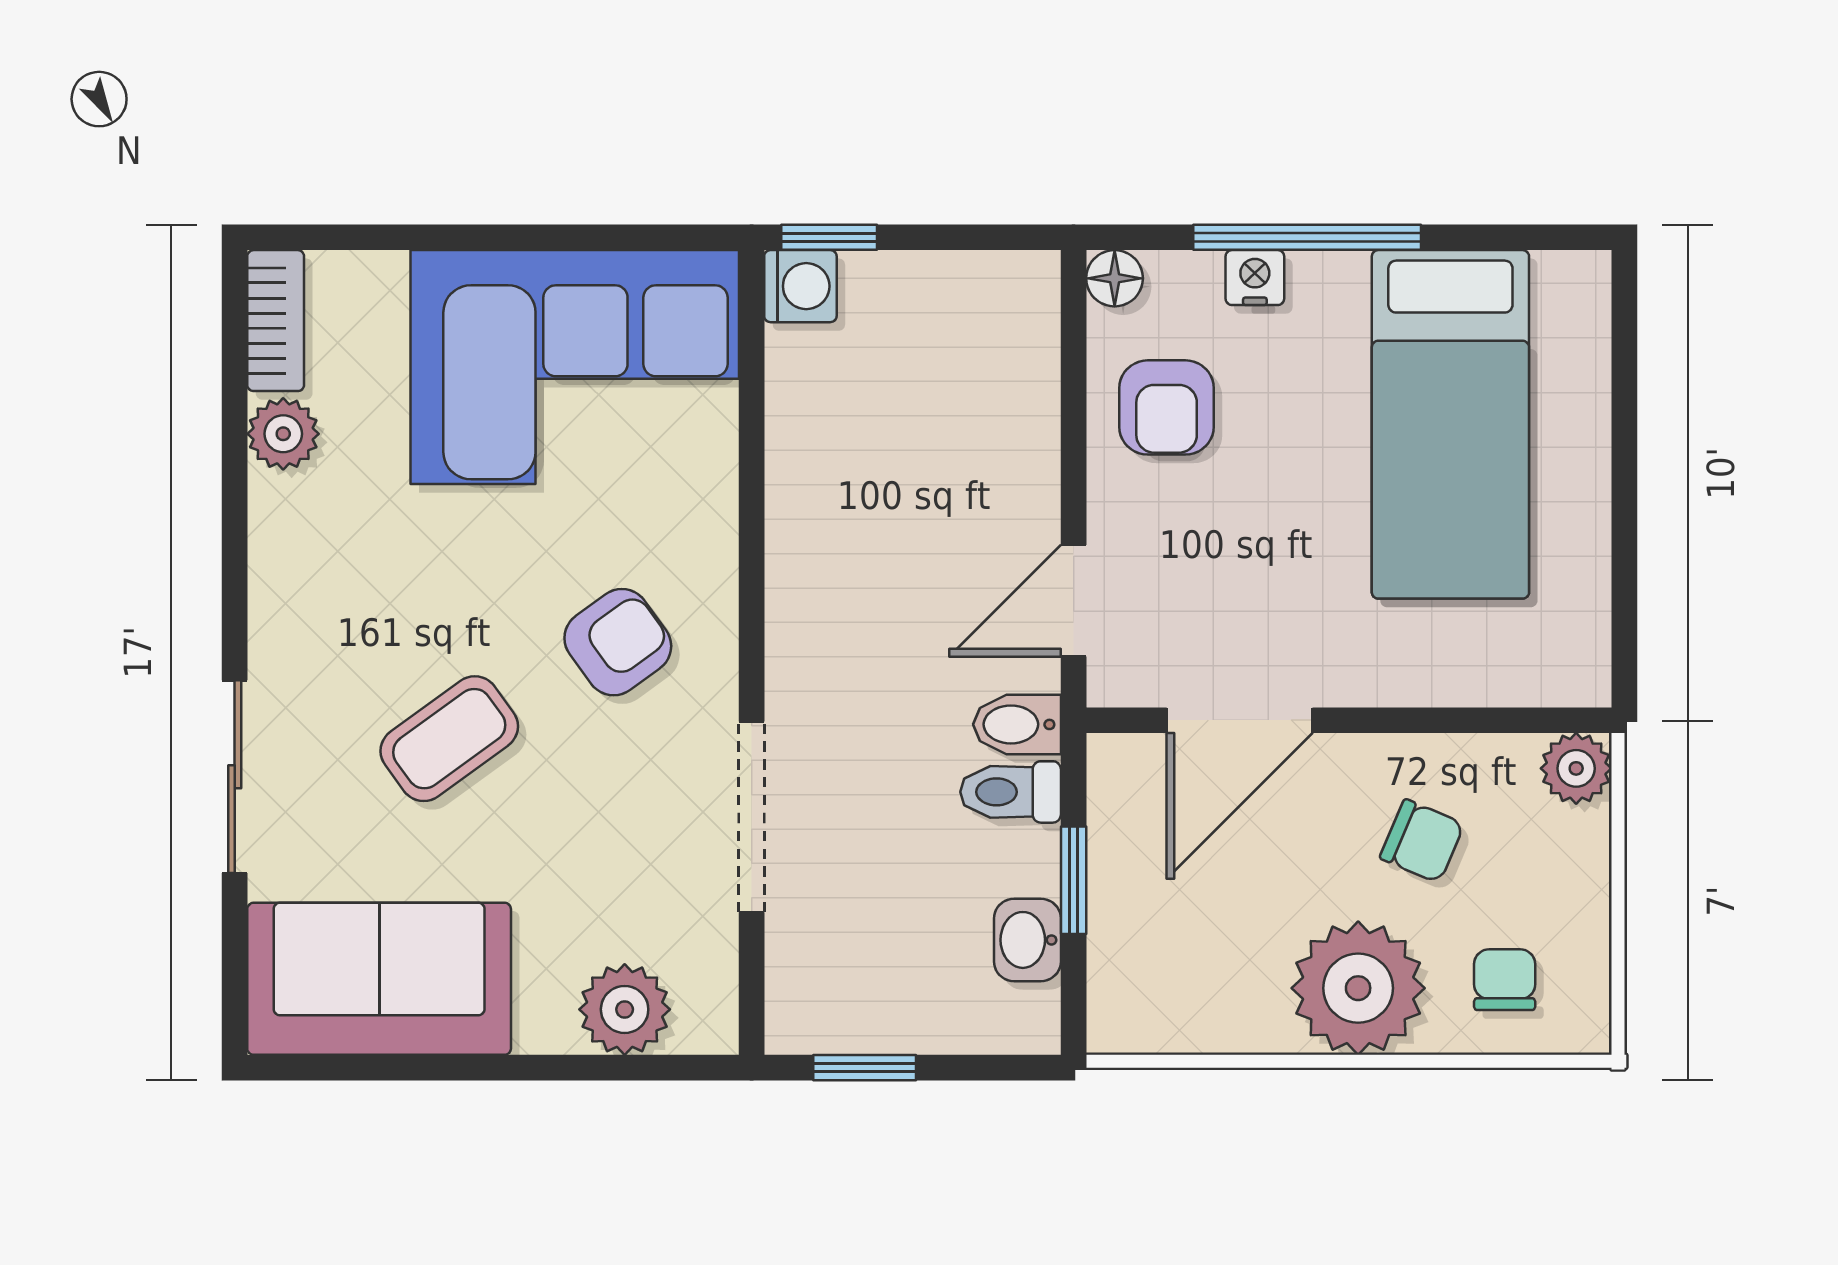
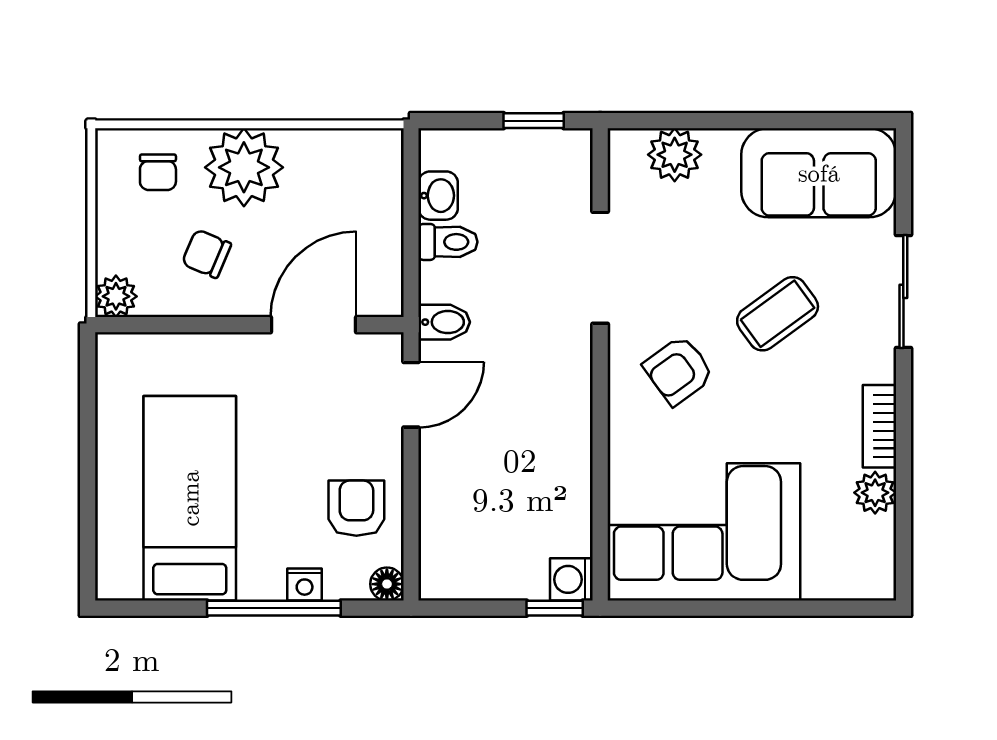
bookcase: (276, 321) -> (879, 426), moved
toilet: (1011, 792) -> (448, 242), moved
window: (1074, 880) -> (411, 231), removed

